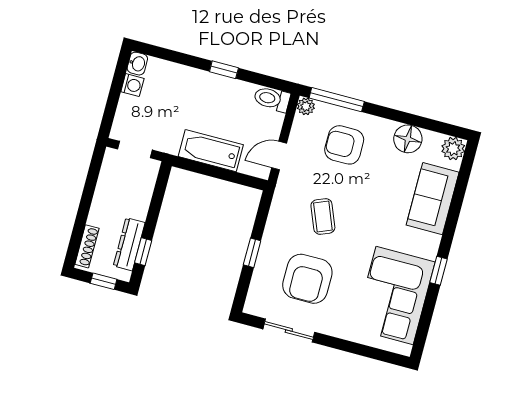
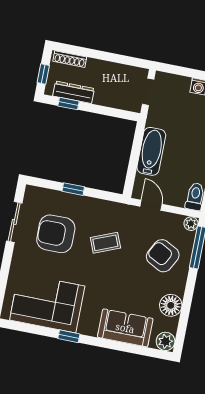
armchair: (344, 145) -> (163, 256), turned -62

